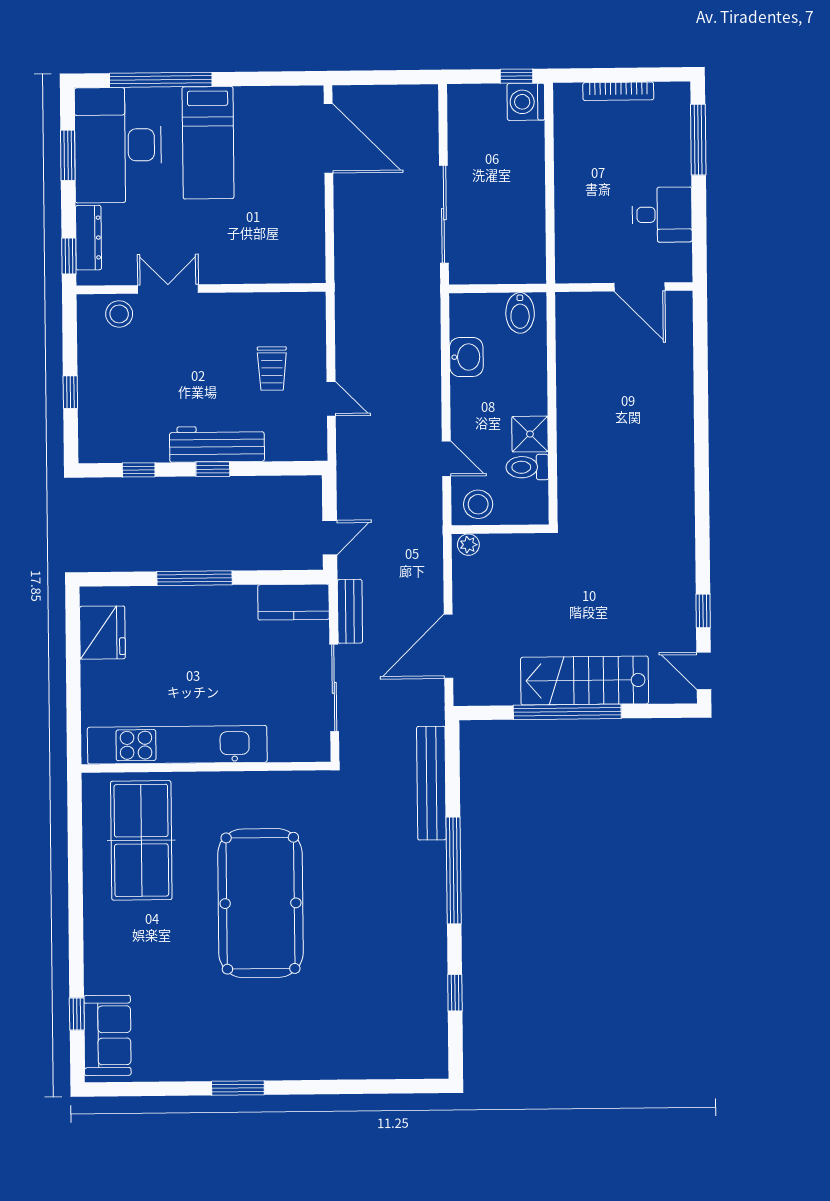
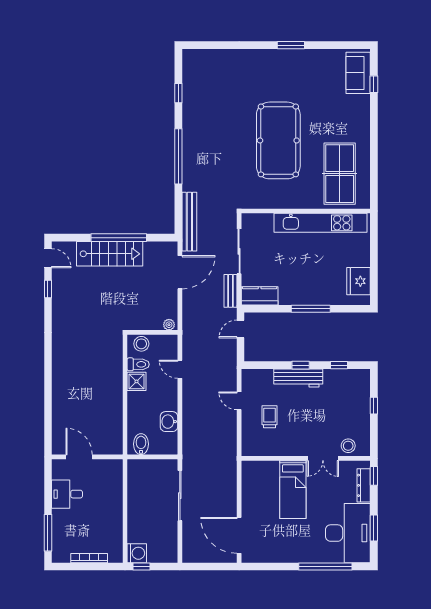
bed: (208, 143) -> (293, 490), moved, turned 180
stool: (478, 504) -> (141, 344), moved
bench: (431, 783) -> (189, 222), moved

